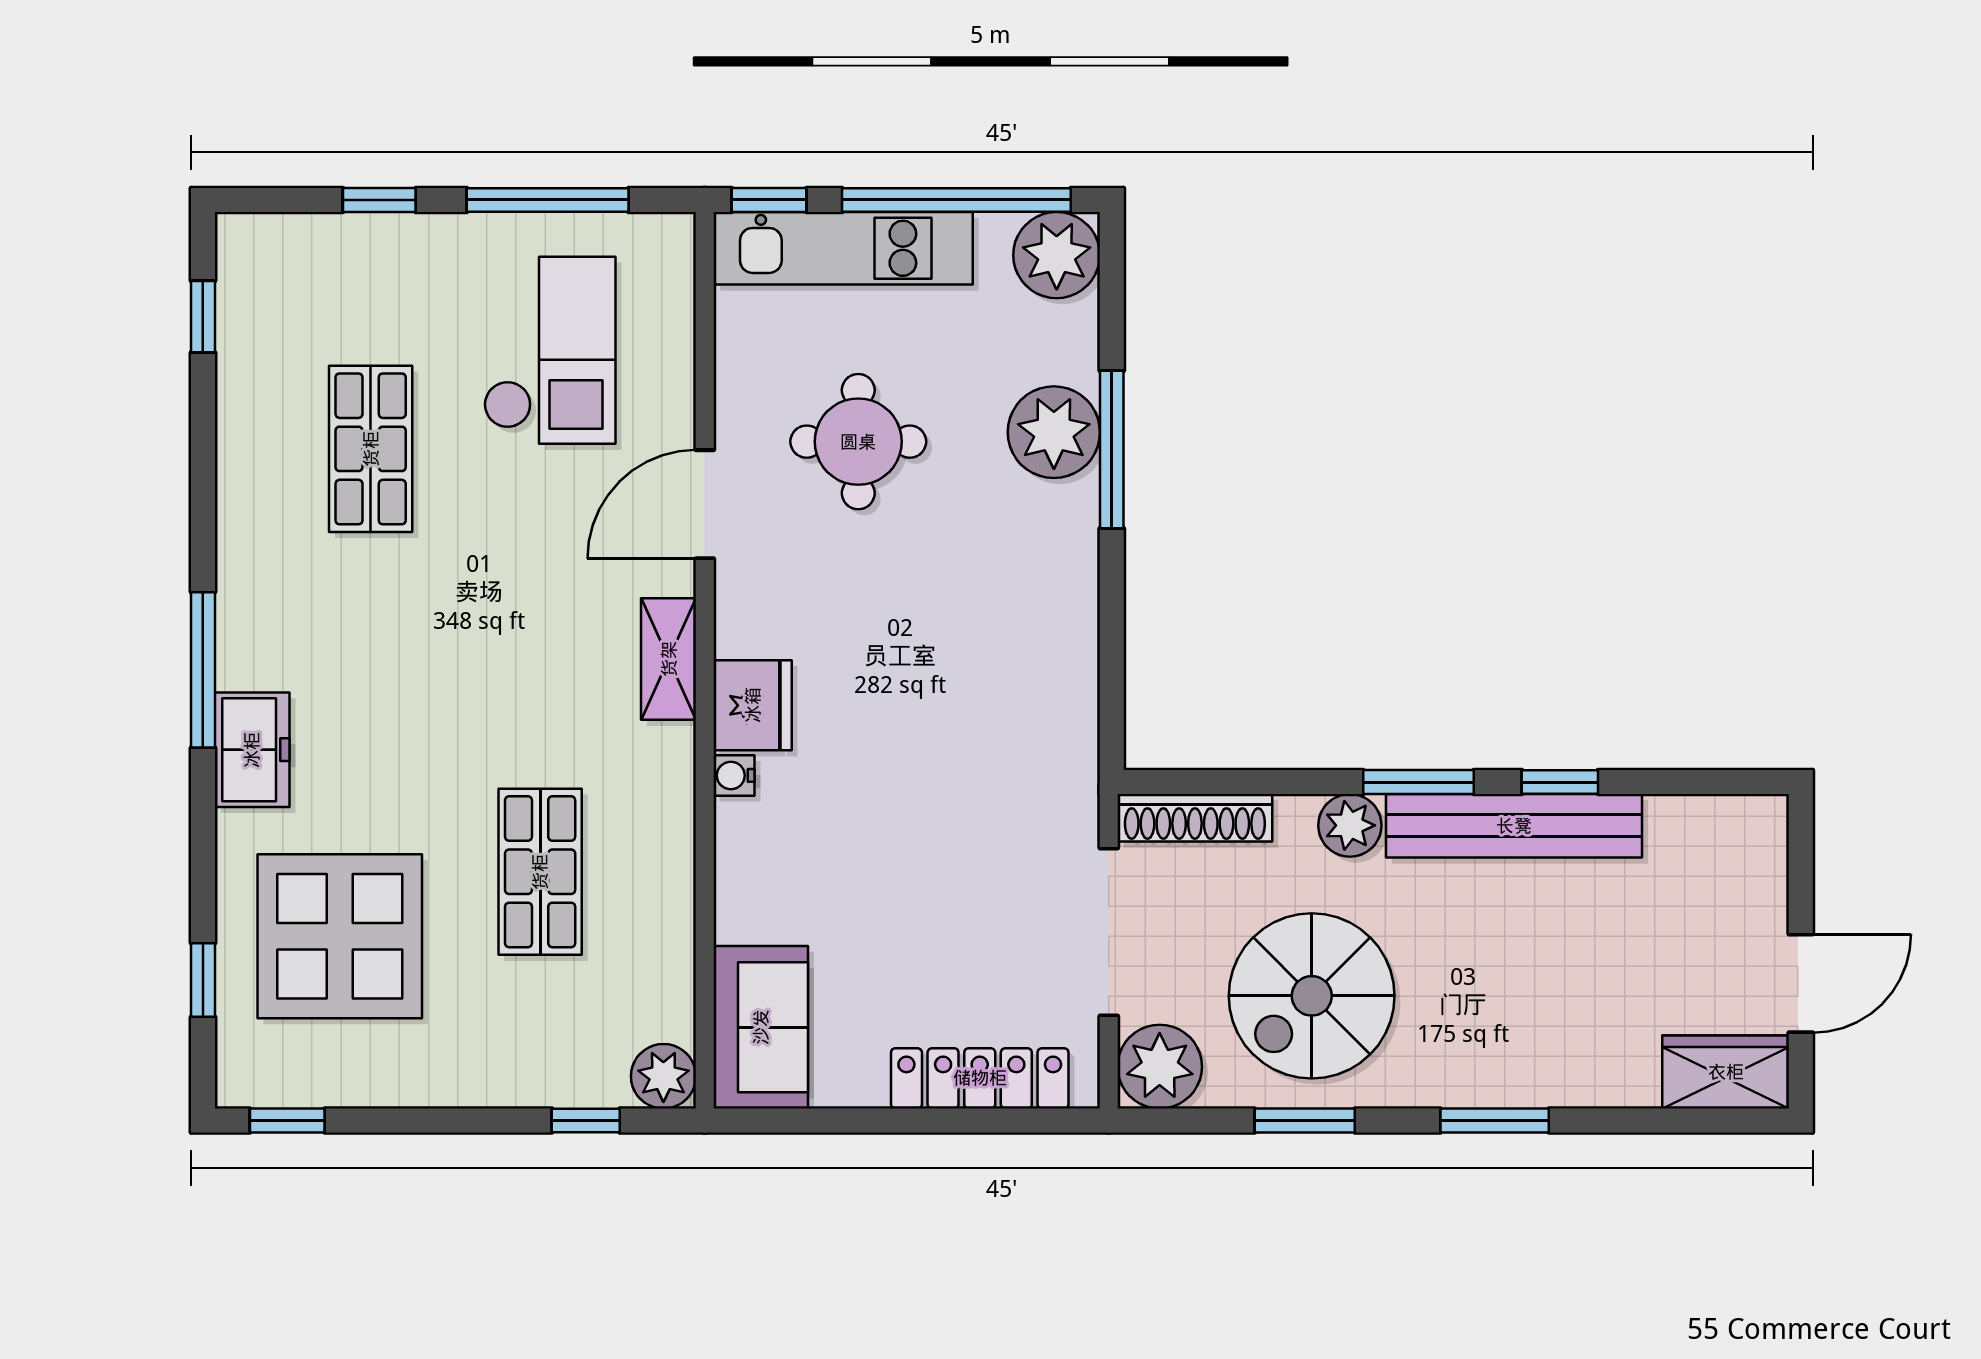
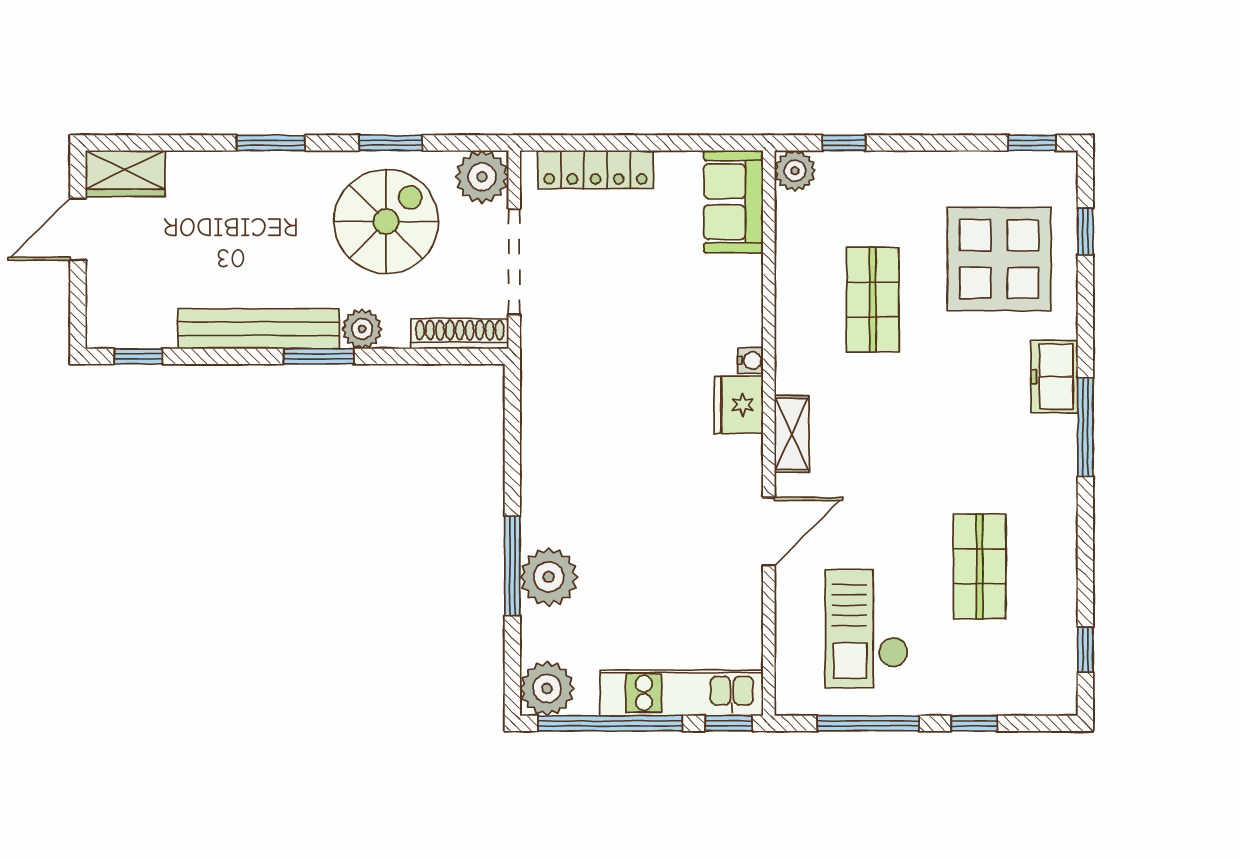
round table: (858, 442) -> (672, 571), removed
window: (1560, 782) -> (138, 356), moved

